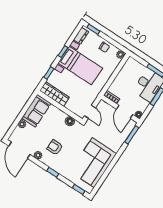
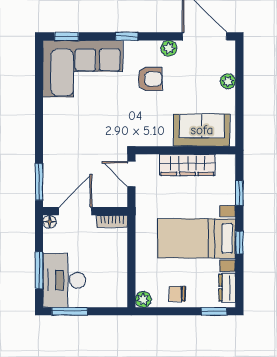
wardrobe: (54, 94) -> (187, 165), moved
sofa: (36, 111) -> (202, 130), moved, turned 90
door: (125, 112) -> (75, 211), hinge flipped
floor lamp: (70, 121) -> (154, 137), removed
corner sofa: (93, 163) -> (83, 69), moved, turned 90

